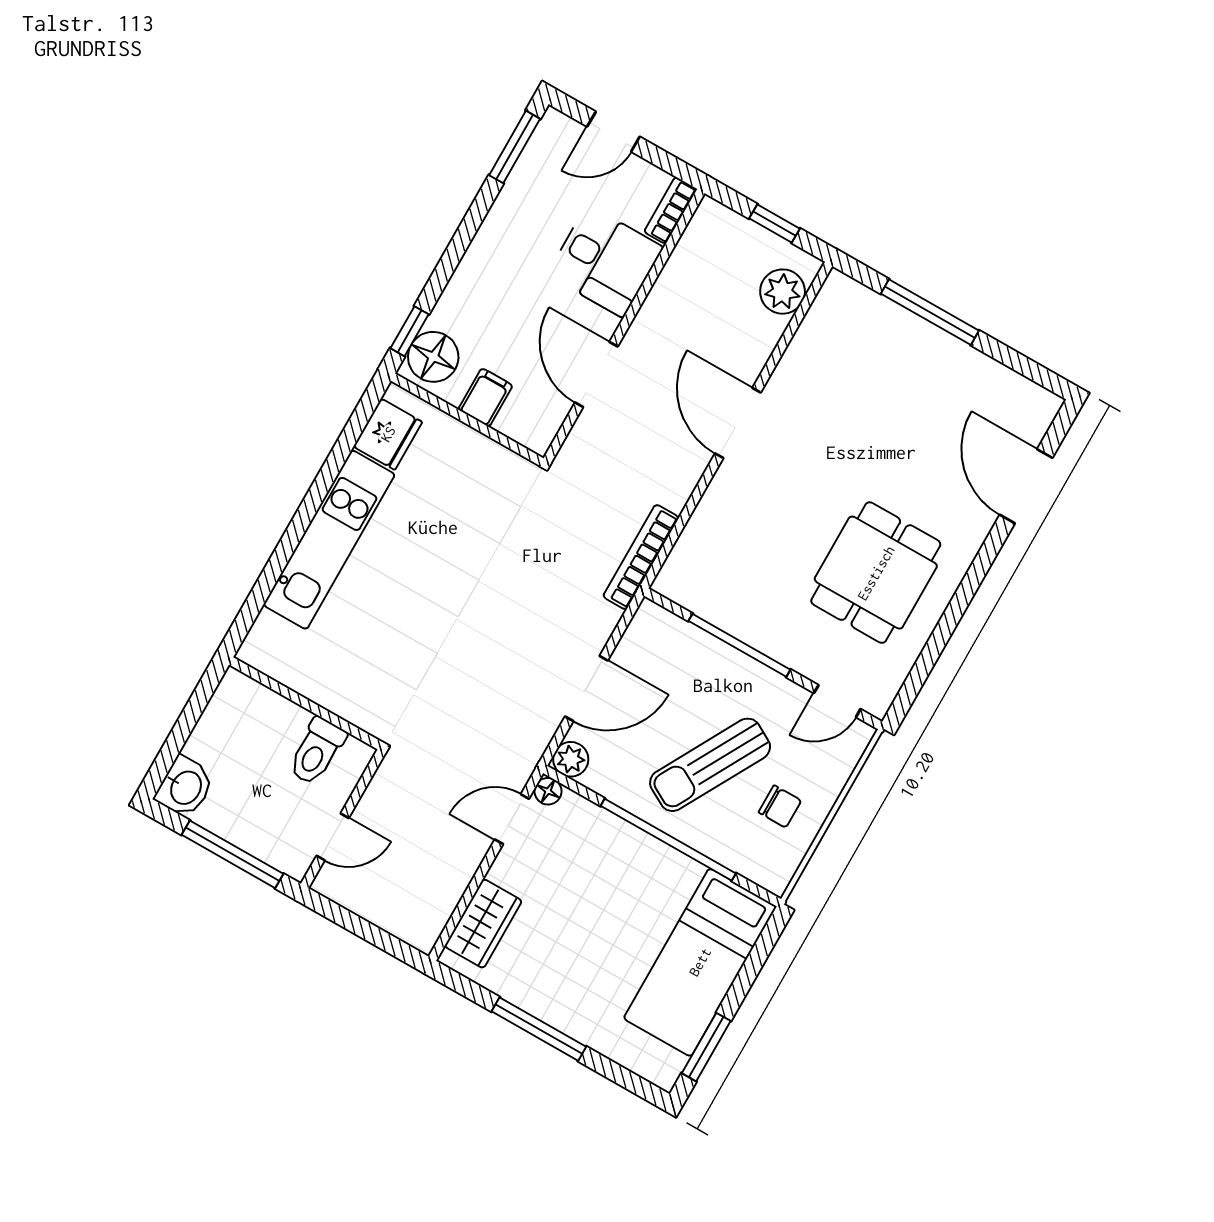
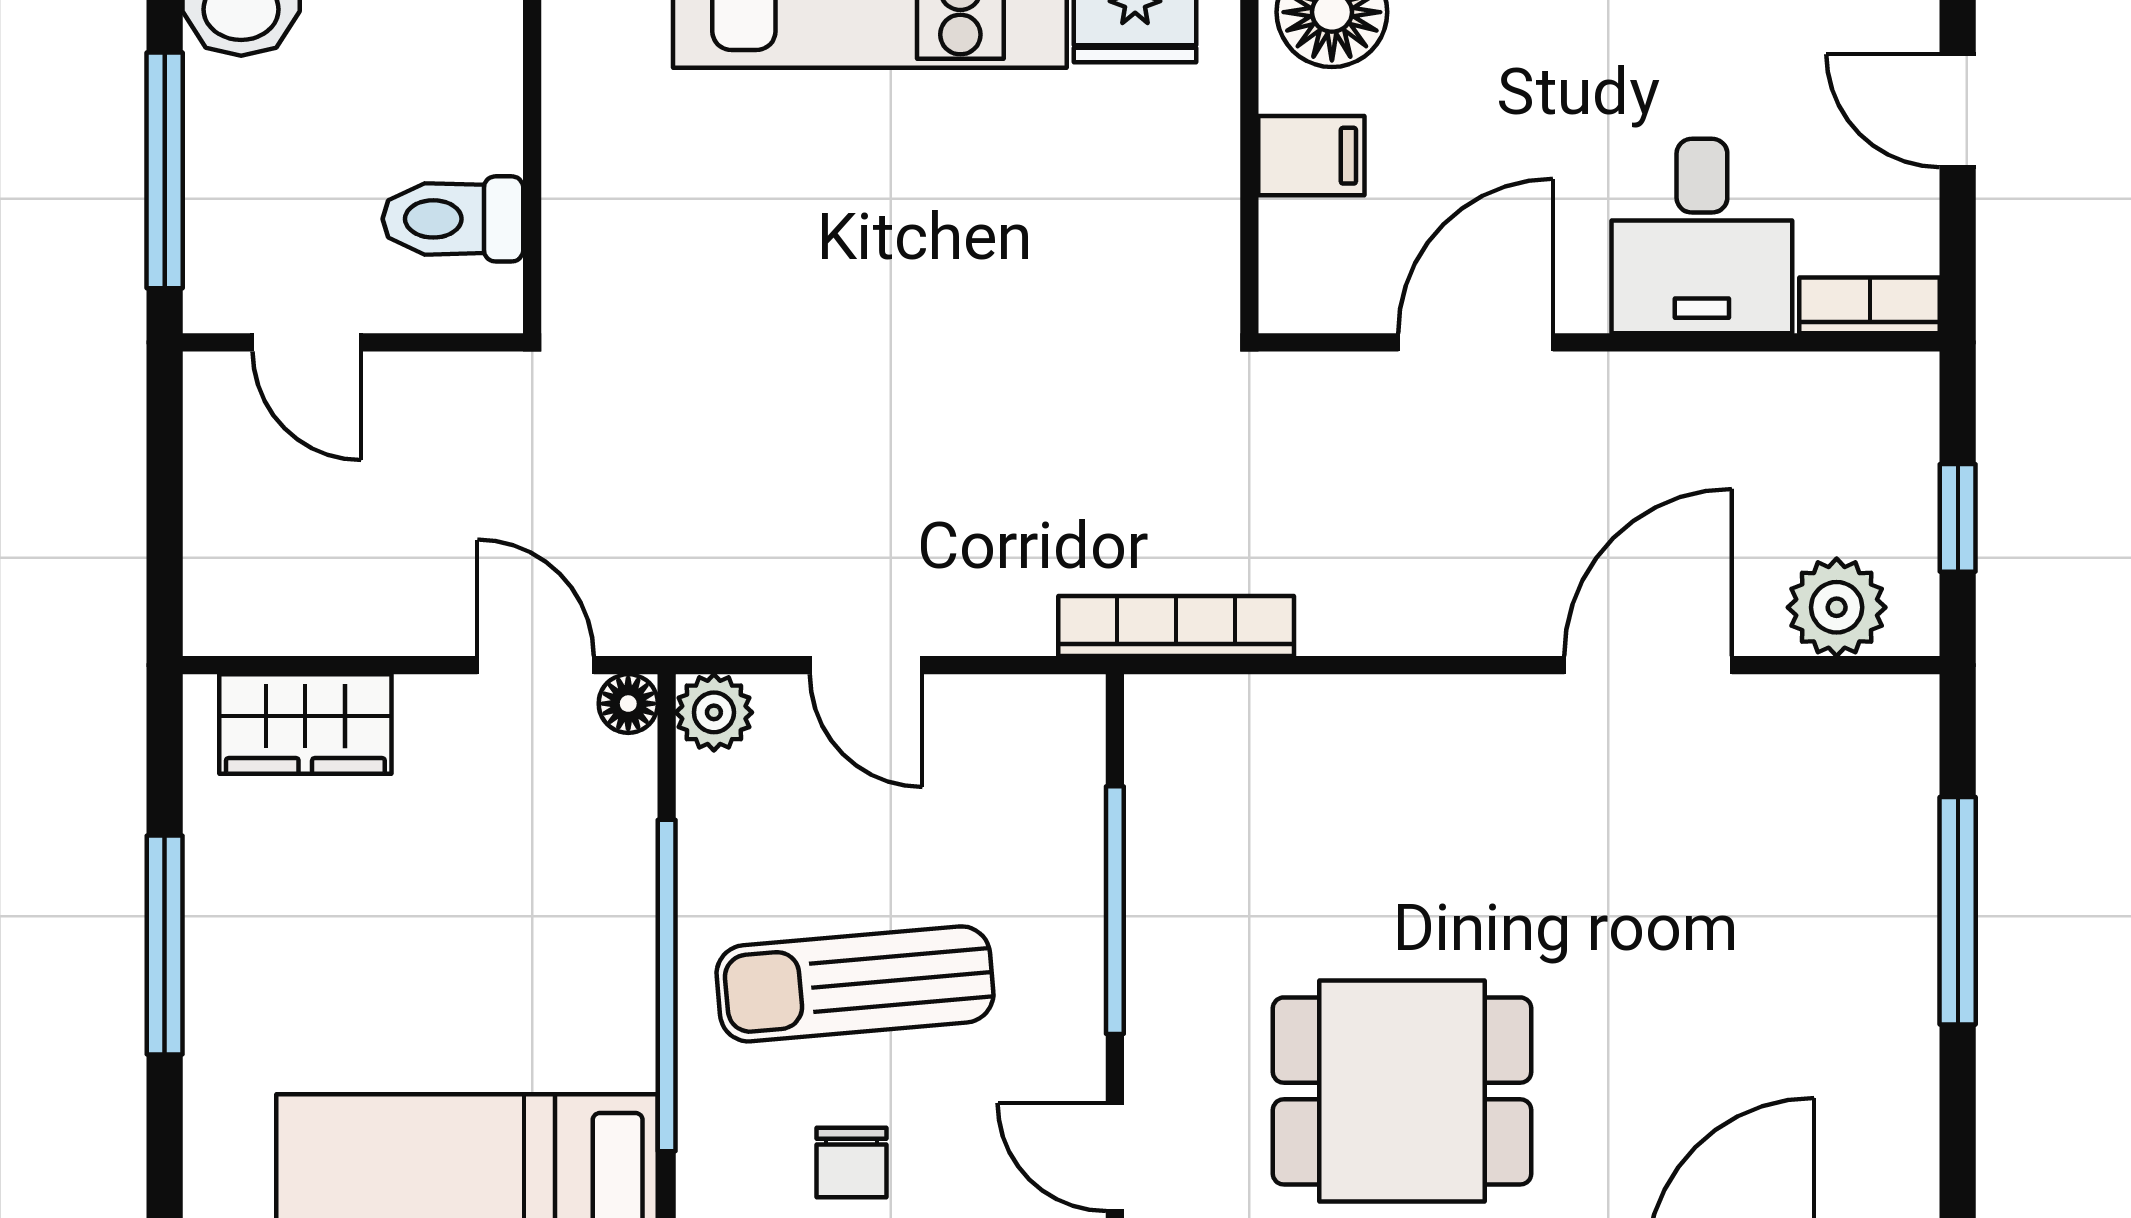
door: (738, 423) -> (1648, 665), moved
door: (586, 688) -> (866, 665), width x0.73
sun lounger: (710, 765) -> (855, 984), turned -34

